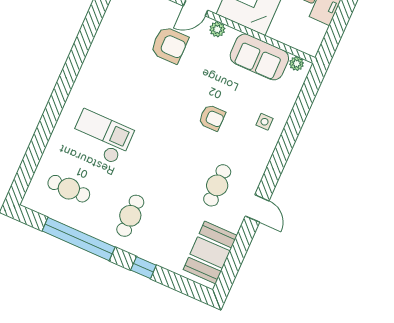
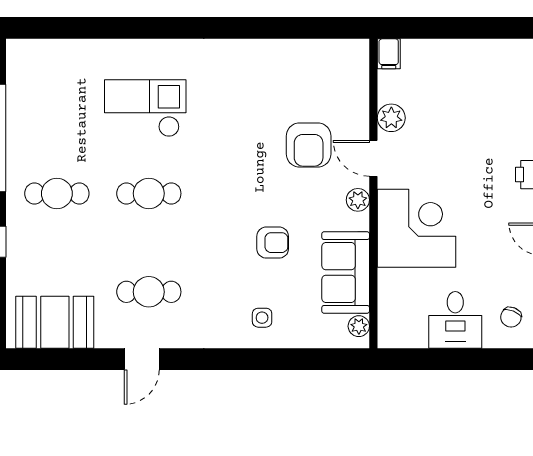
armchair: (212, 118) -> (273, 243), moved, turned -90
checkout: (101, 137) -> (145, 108), turned -90
cafe table: (69, 189) -> (149, 193), moved, turned 90

